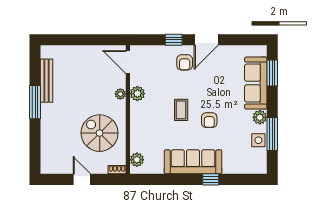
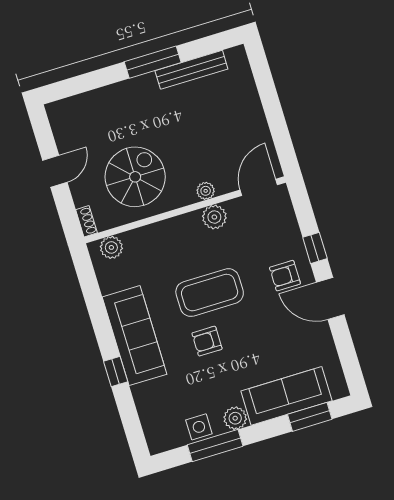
coffee table: (181, 110) -> (210, 293), width x1.86, depth x1.72

